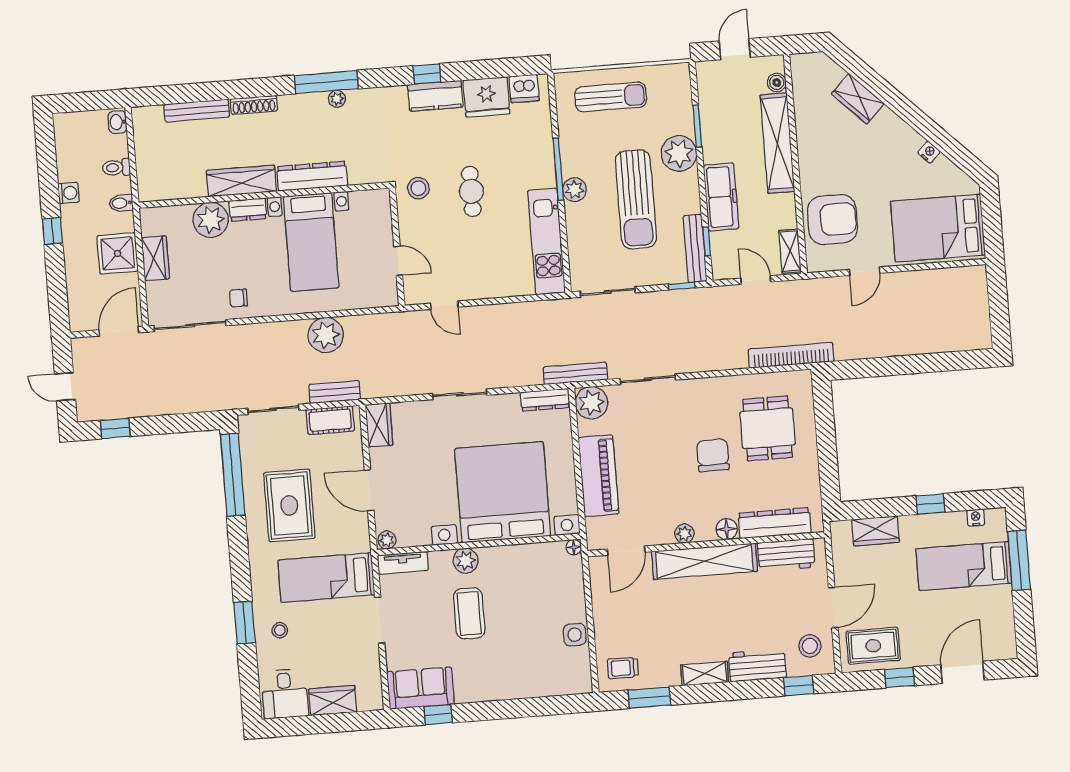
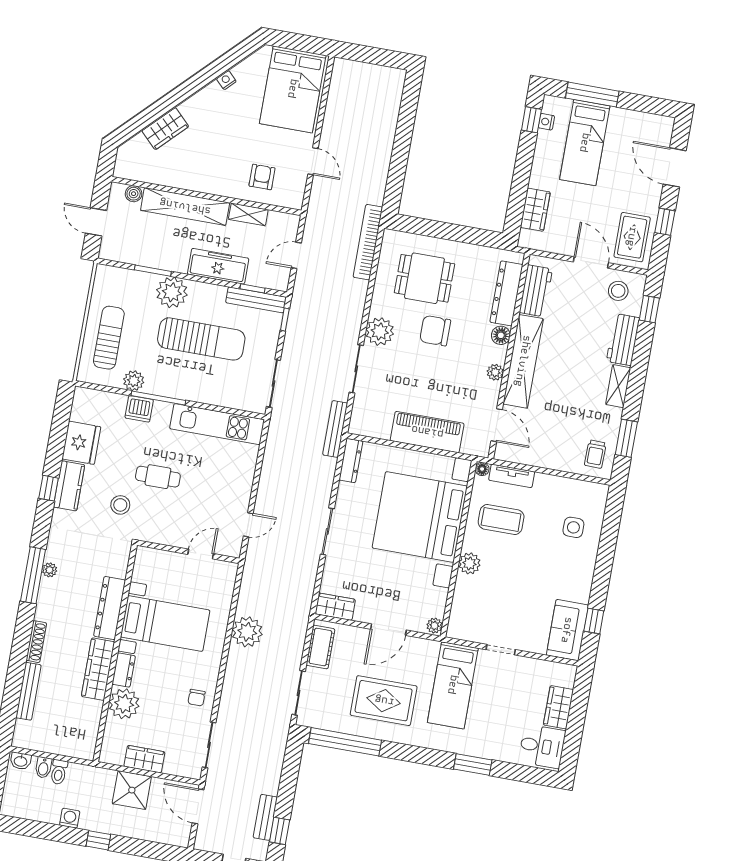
dishwasher: (524, 89) -> (139, 409), moved, turned 90
stool: (418, 188) -> (120, 505), moved
plant: (574, 190) -> (134, 381), moved
bidet: (121, 203) -> (43, 768), moved
armchair: (832, 220) -> (262, 177), width x0.53, depth x0.53
shelving: (790, 251) -> (248, 214), moved
sliding door: (190, 326) -> (209, 745), width x0.73
bench: (335, 392) -> (265, 817), moved
plant: (591, 403) -> (380, 332), moved
window: (930, 504) -> (531, 120), moved
tv unit: (403, 563) -> (512, 476), moved, turned 90
coffee table: (469, 613) -> (501, 520), moved
doorway: (380, 620) -> (501, 650), width x0.73
stool: (280, 630) -> (487, 736), removed
side table: (575, 635) -> (573, 527), moved

